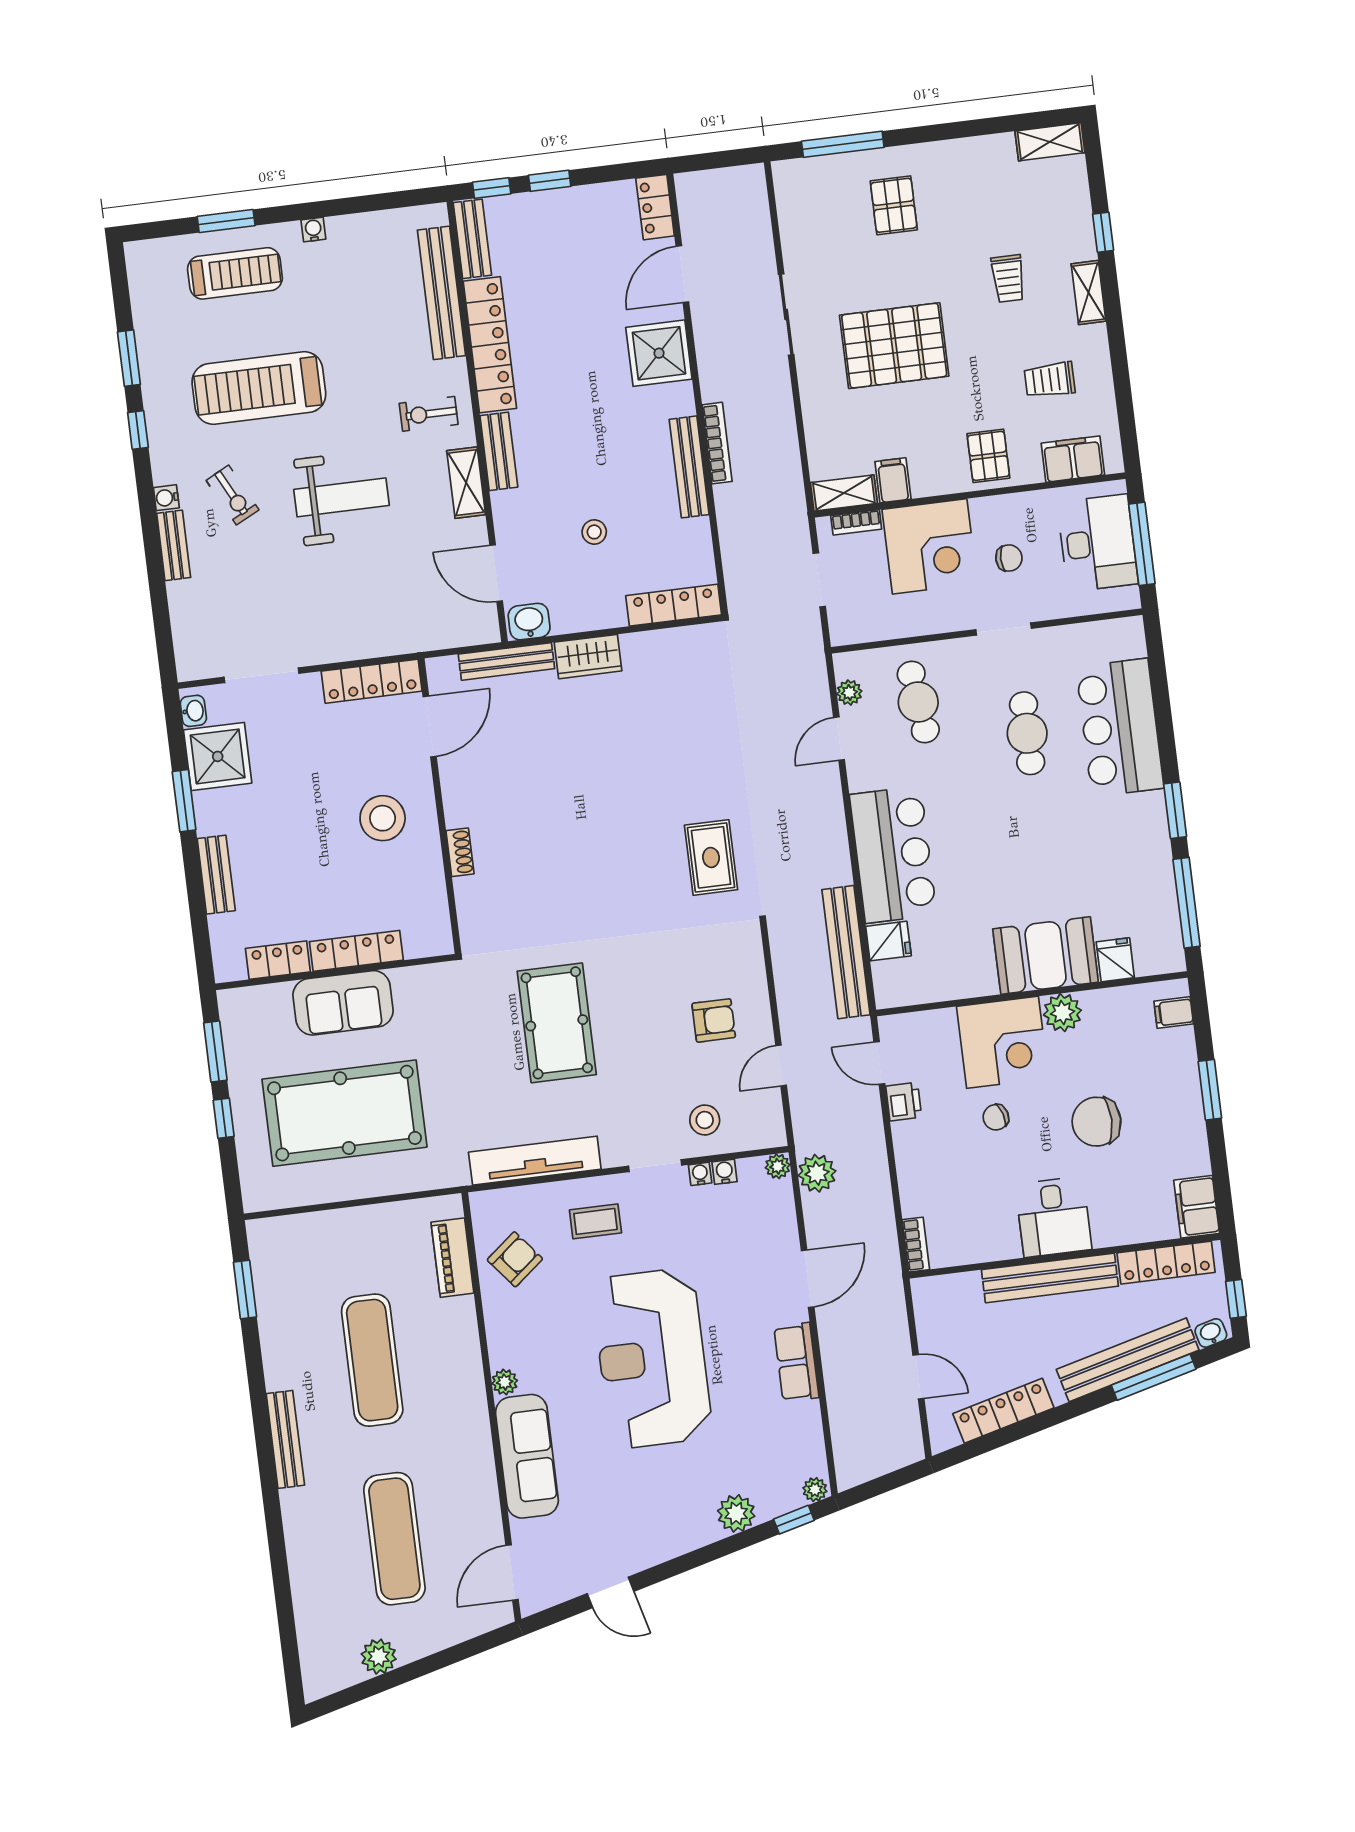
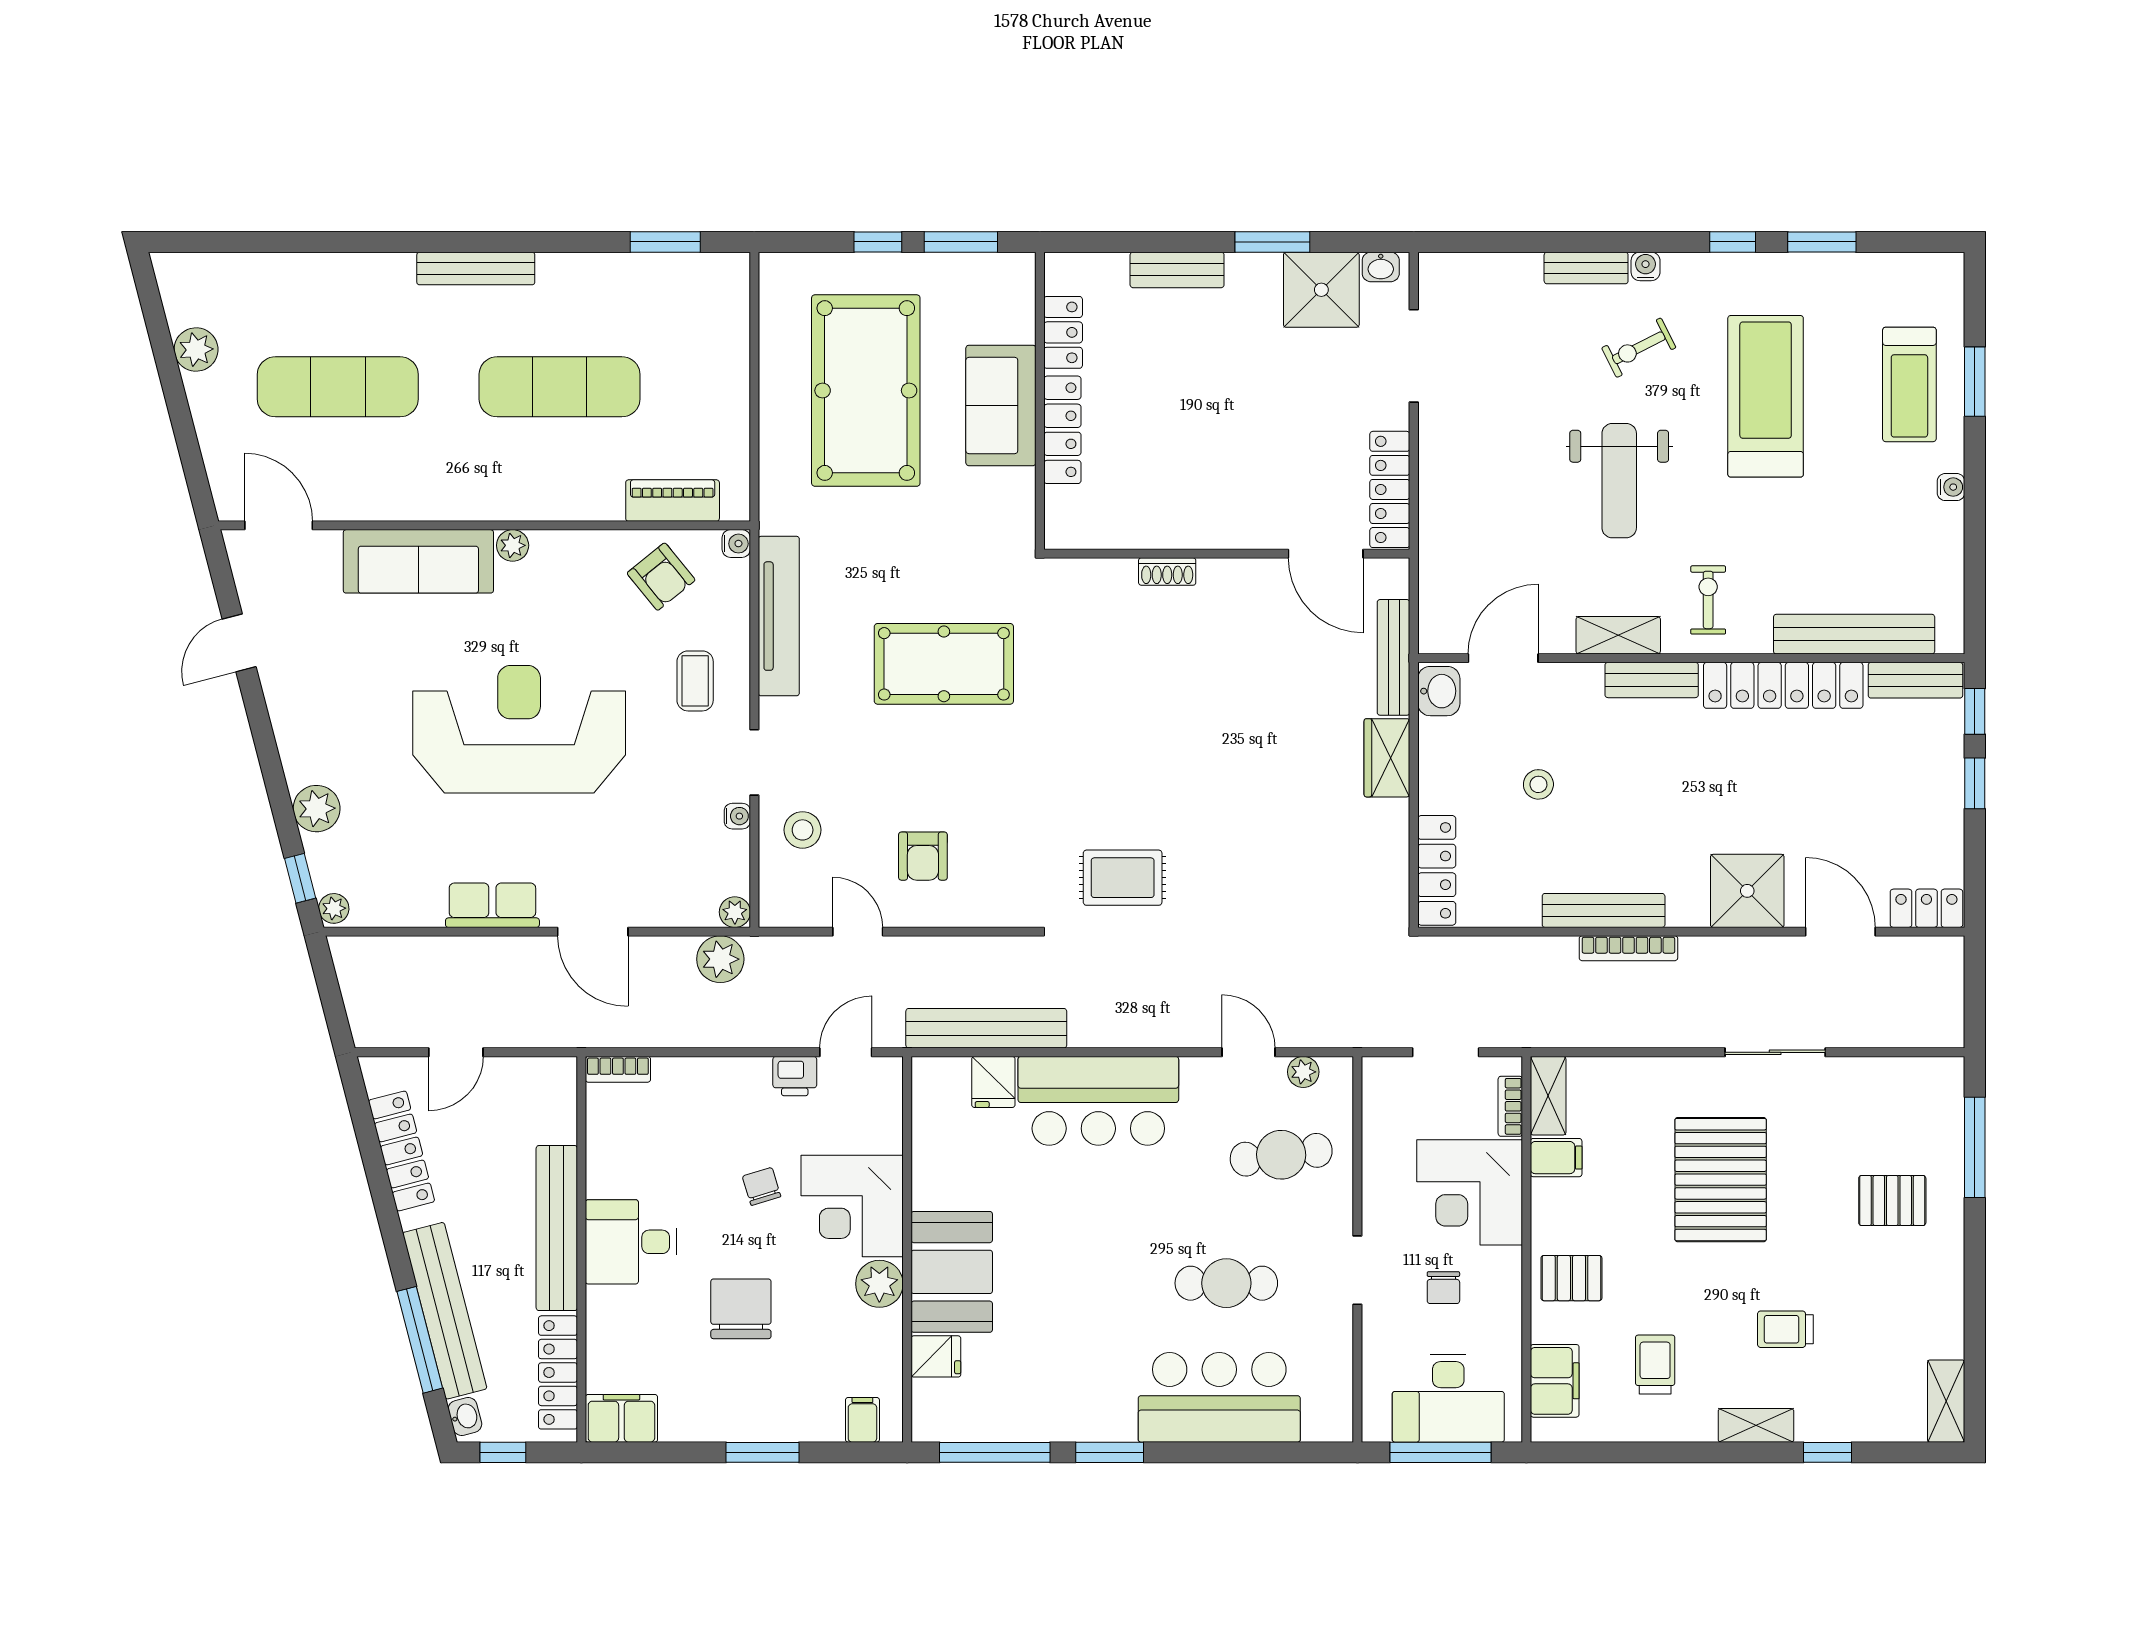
stool: (383, 818) -> (1221, 482), removed
water cooler: (724, 1172) -> (736, 544), moved

